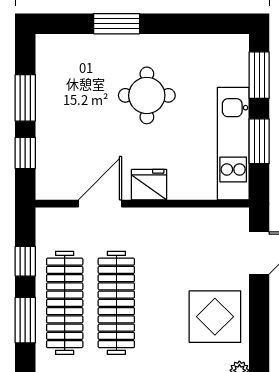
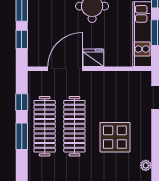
door: (100, 204) -> (65, 69), width x1.36
display table: (215, 317) -> (115, 137), moved

